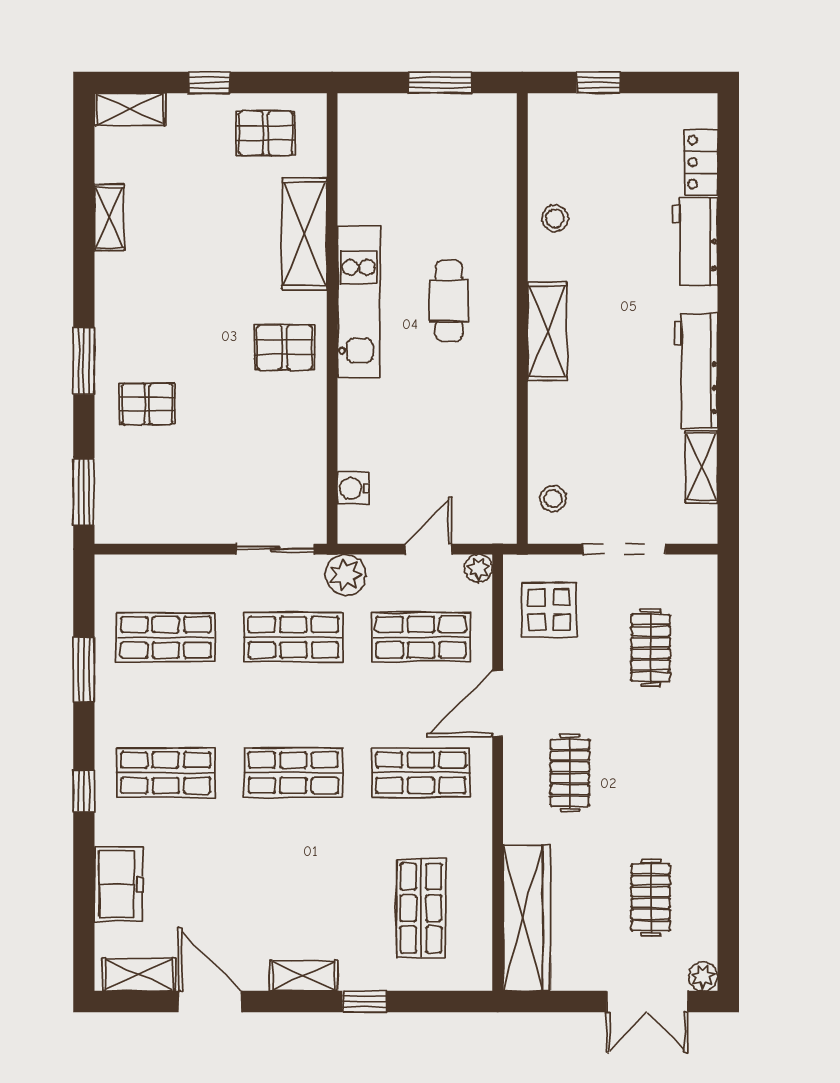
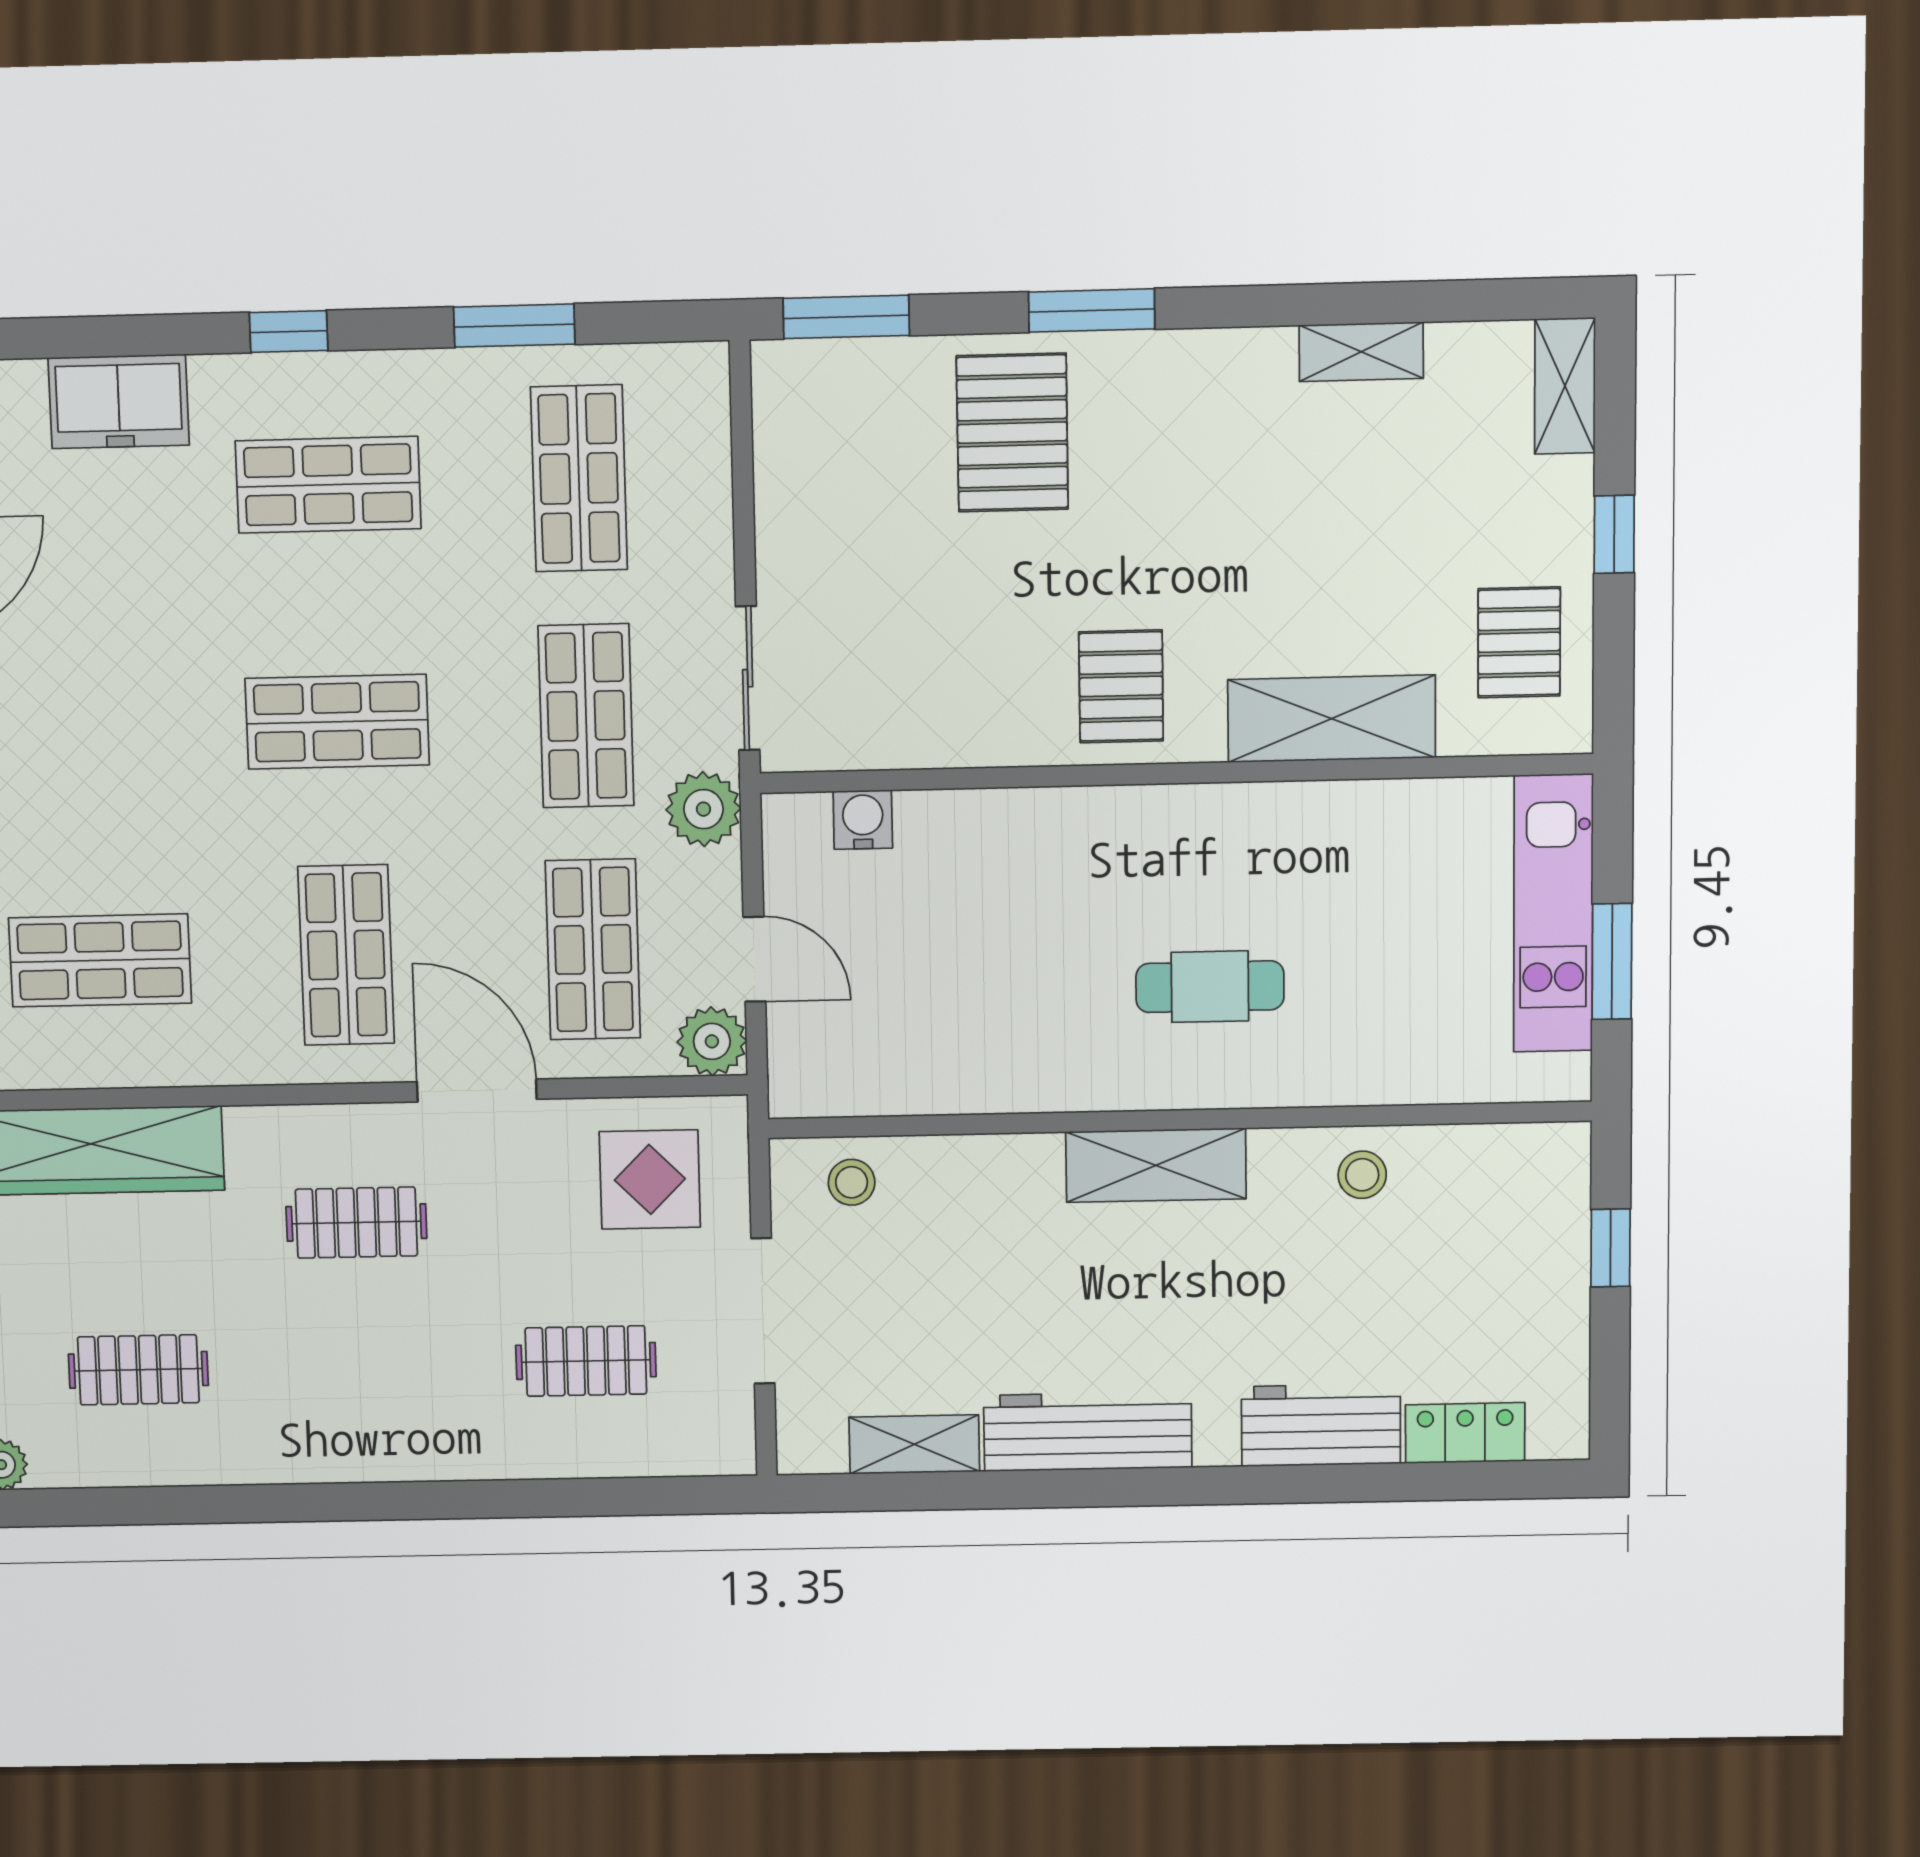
kitchen unit: (359, 302) -> (1553, 913), moved, turned 90
pallet: (147, 404) -> (1012, 433), width x1.50, depth x1.42
plant: (478, 568) -> (712, 1041), width x1.38, depth x1.38
shop shelf: (166, 773) -> (328, 485), turned 90
shop shelf: (293, 773) -> (337, 722), turned 90

